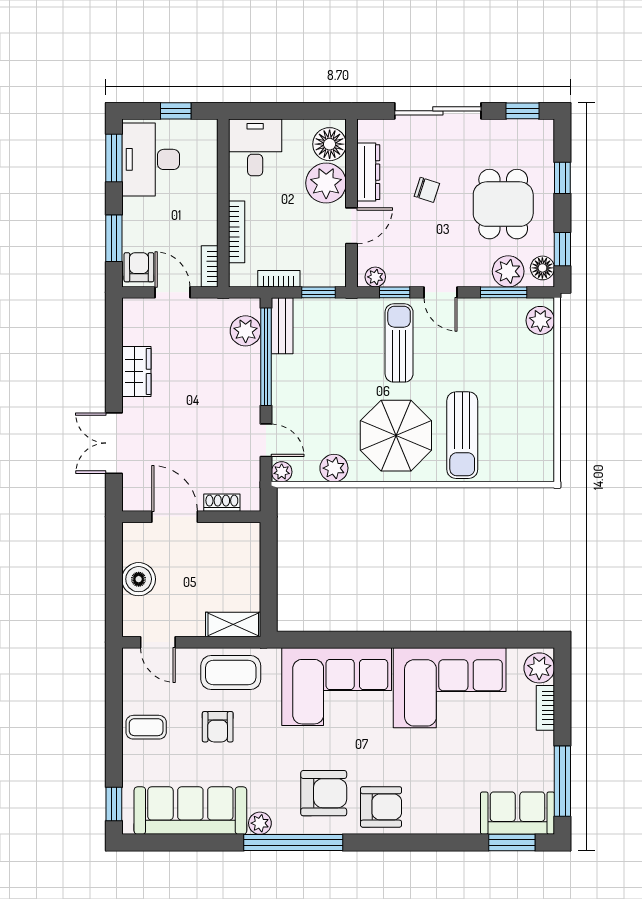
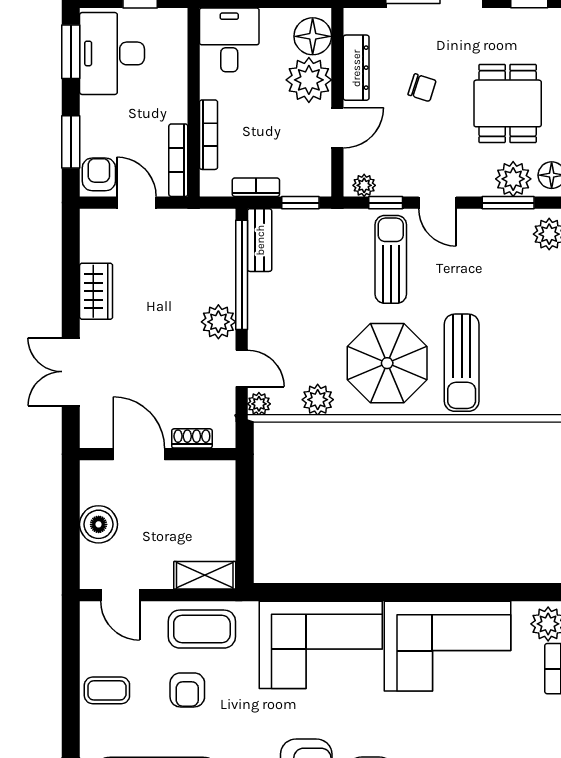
bookcase: (210, 266) -> (178, 160), width x1.56
plant: (246, 331) -> (218, 322), moved

